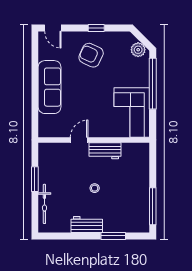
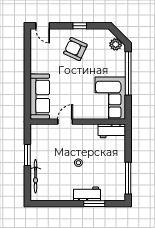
sofa: (50, 87) -> (40, 97), moved
workbench: (105, 151) -> (112, 131), moved
workbench: (87, 225) -> (87, 194), moved

